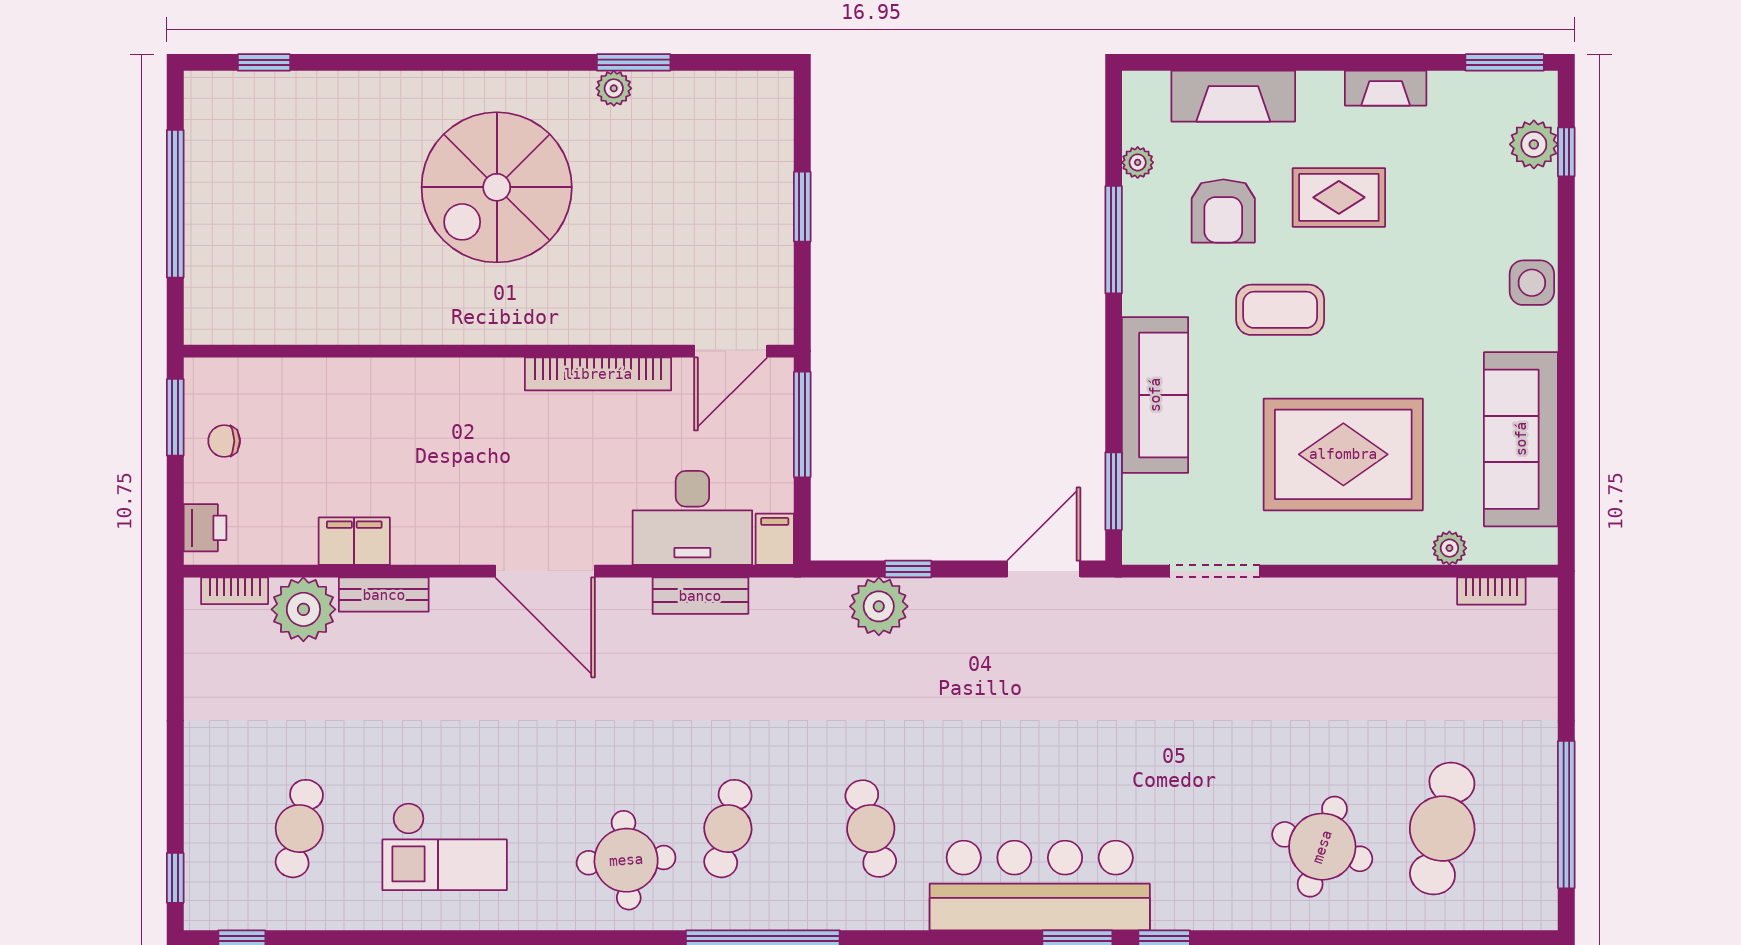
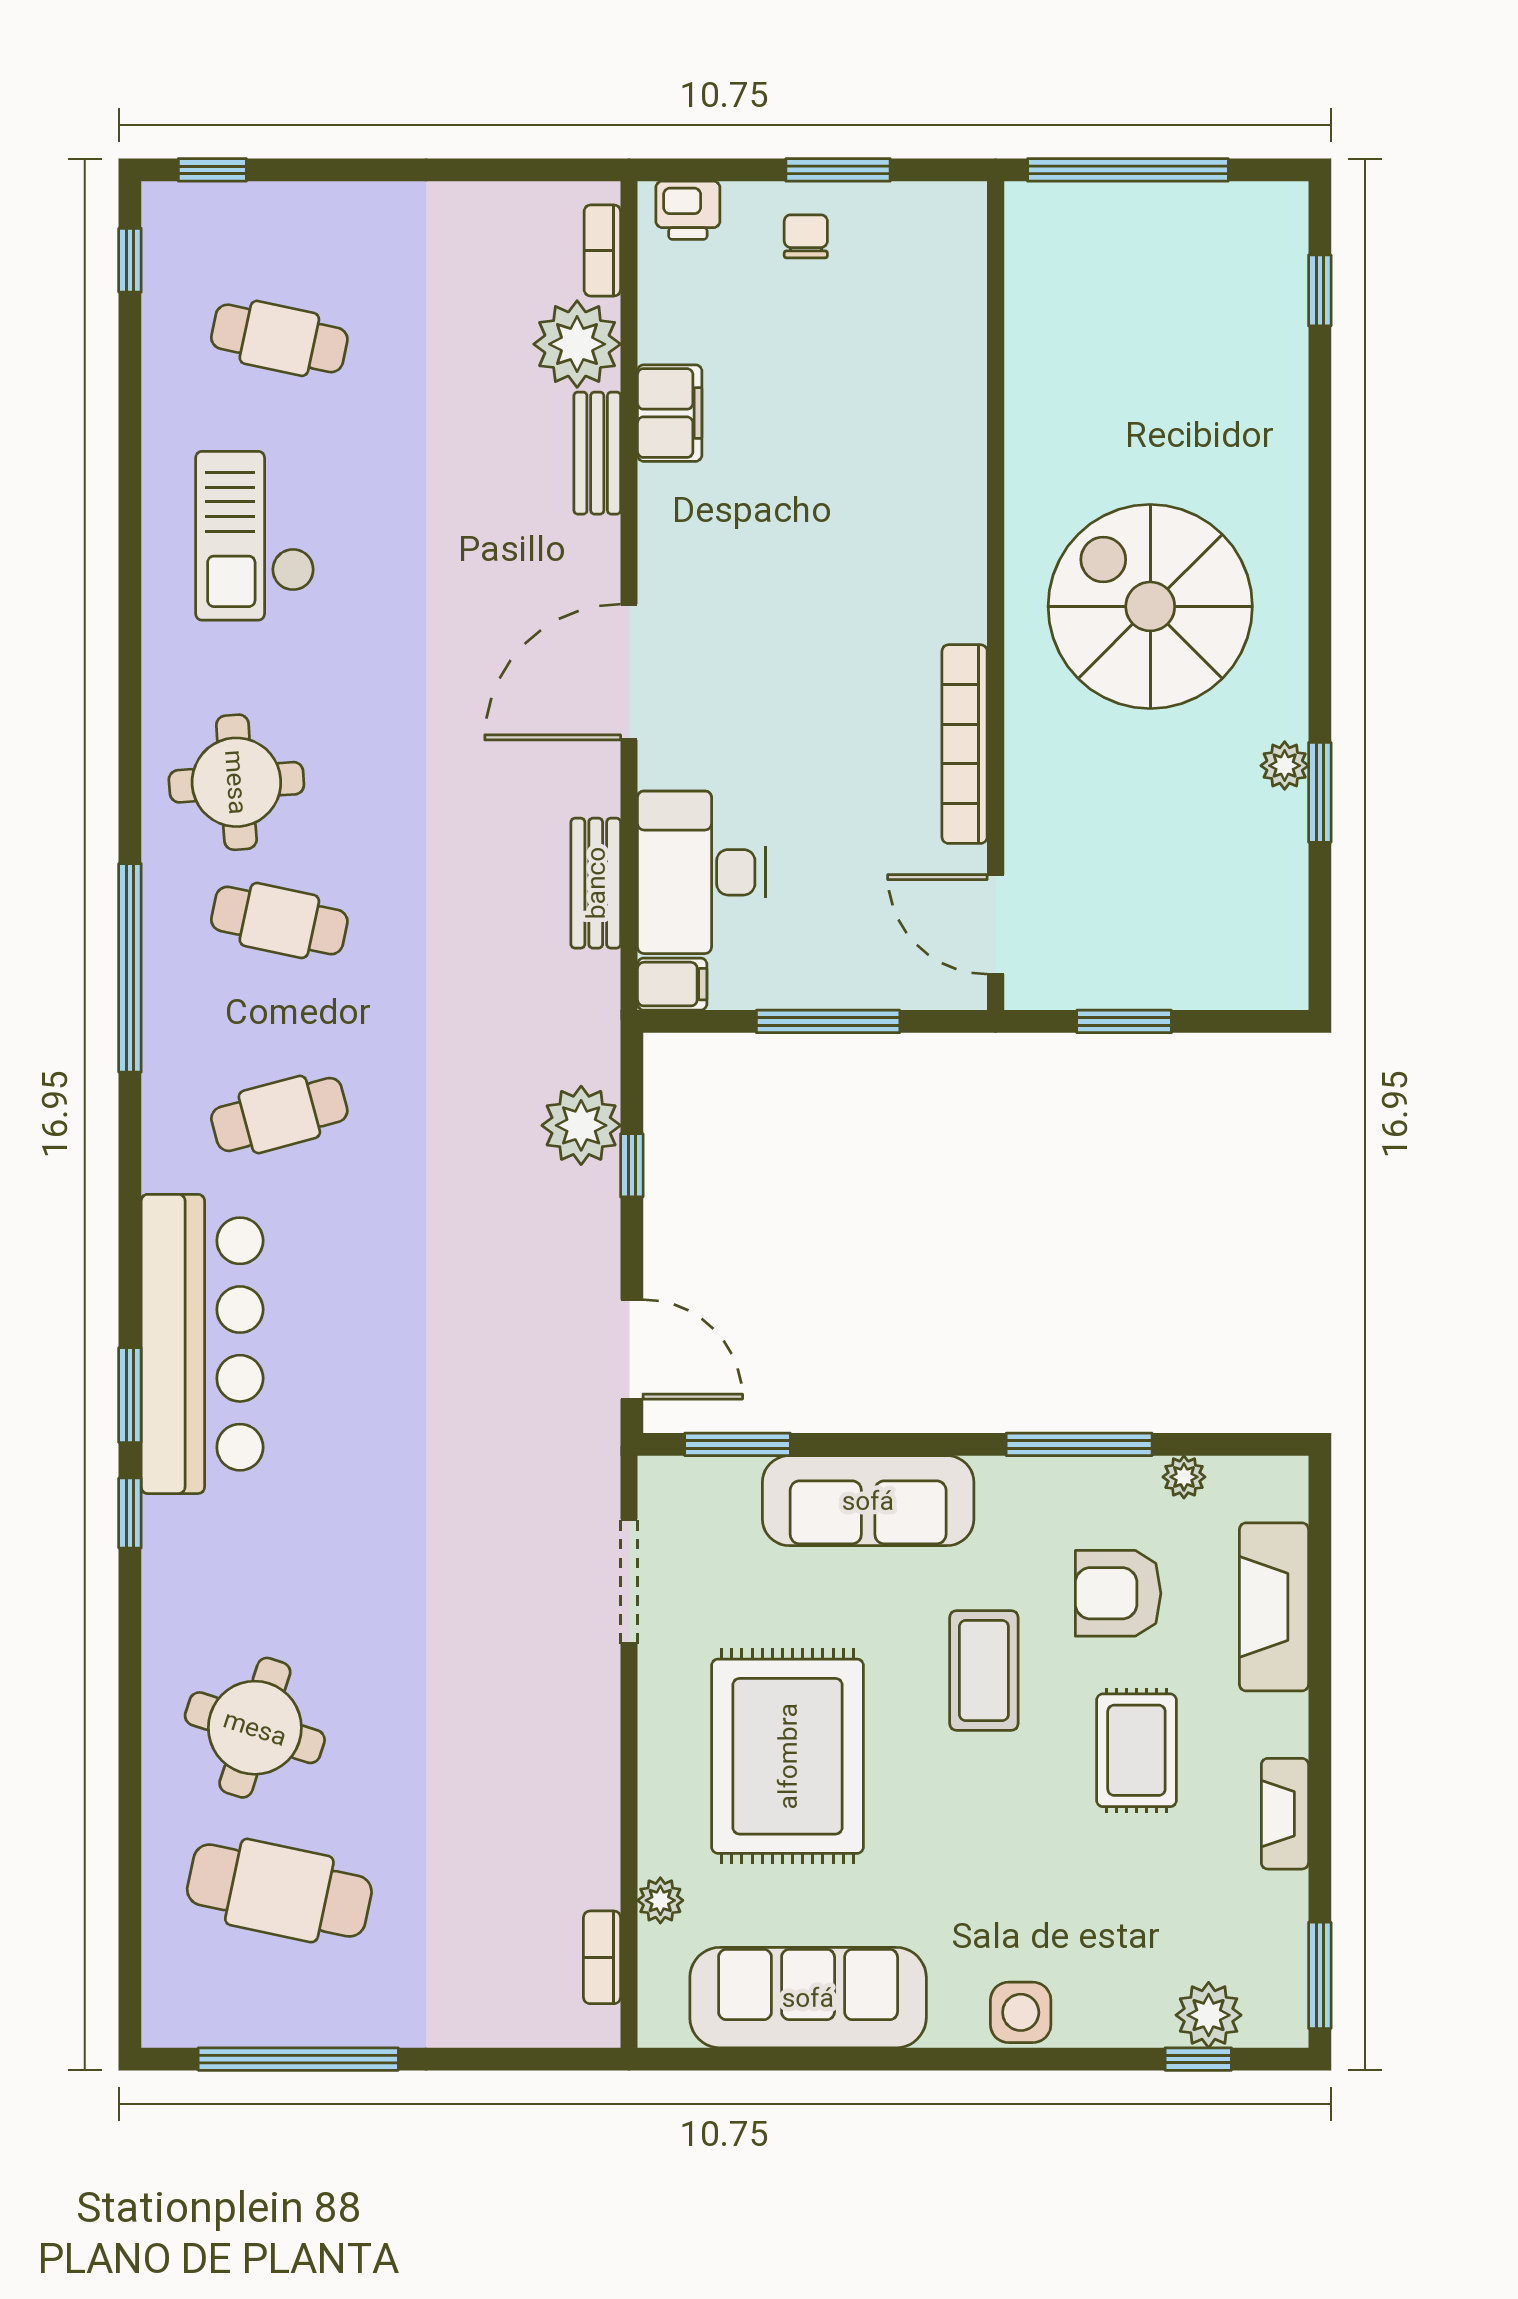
wall: (489, 351) -> (996, 596), moved
door: (731, 351) -> (996, 924), moved
bookcase: (598, 374) -> (965, 744), moved

